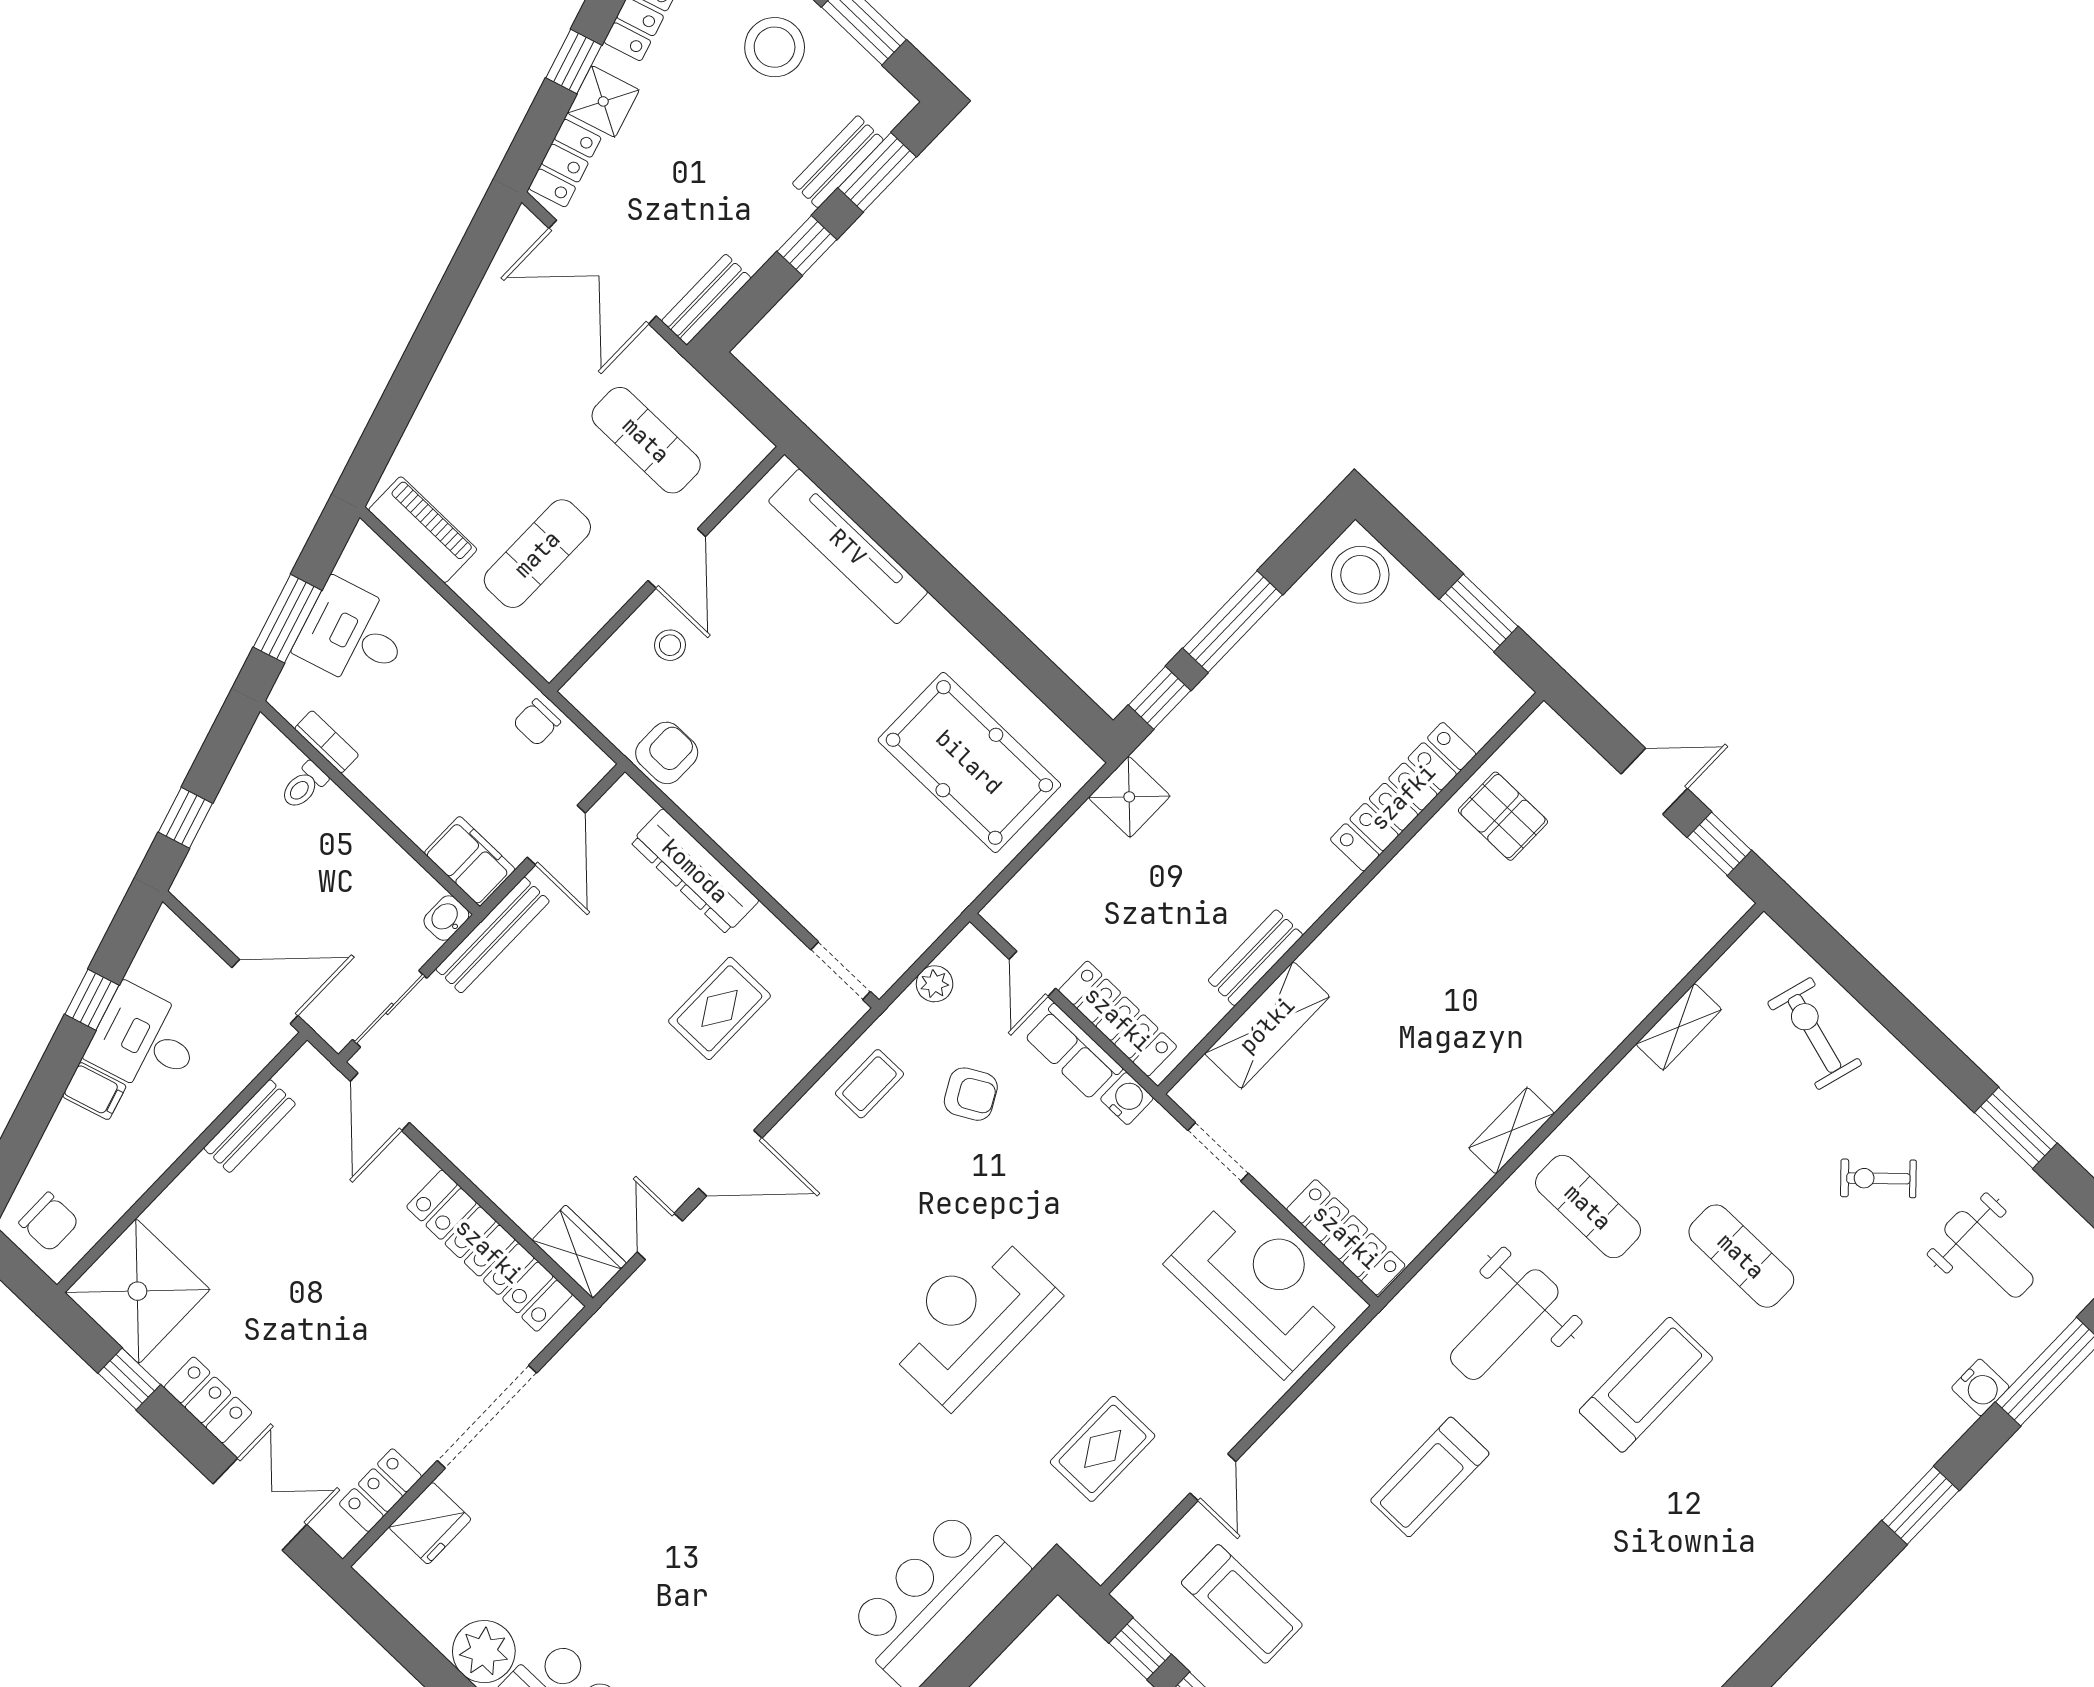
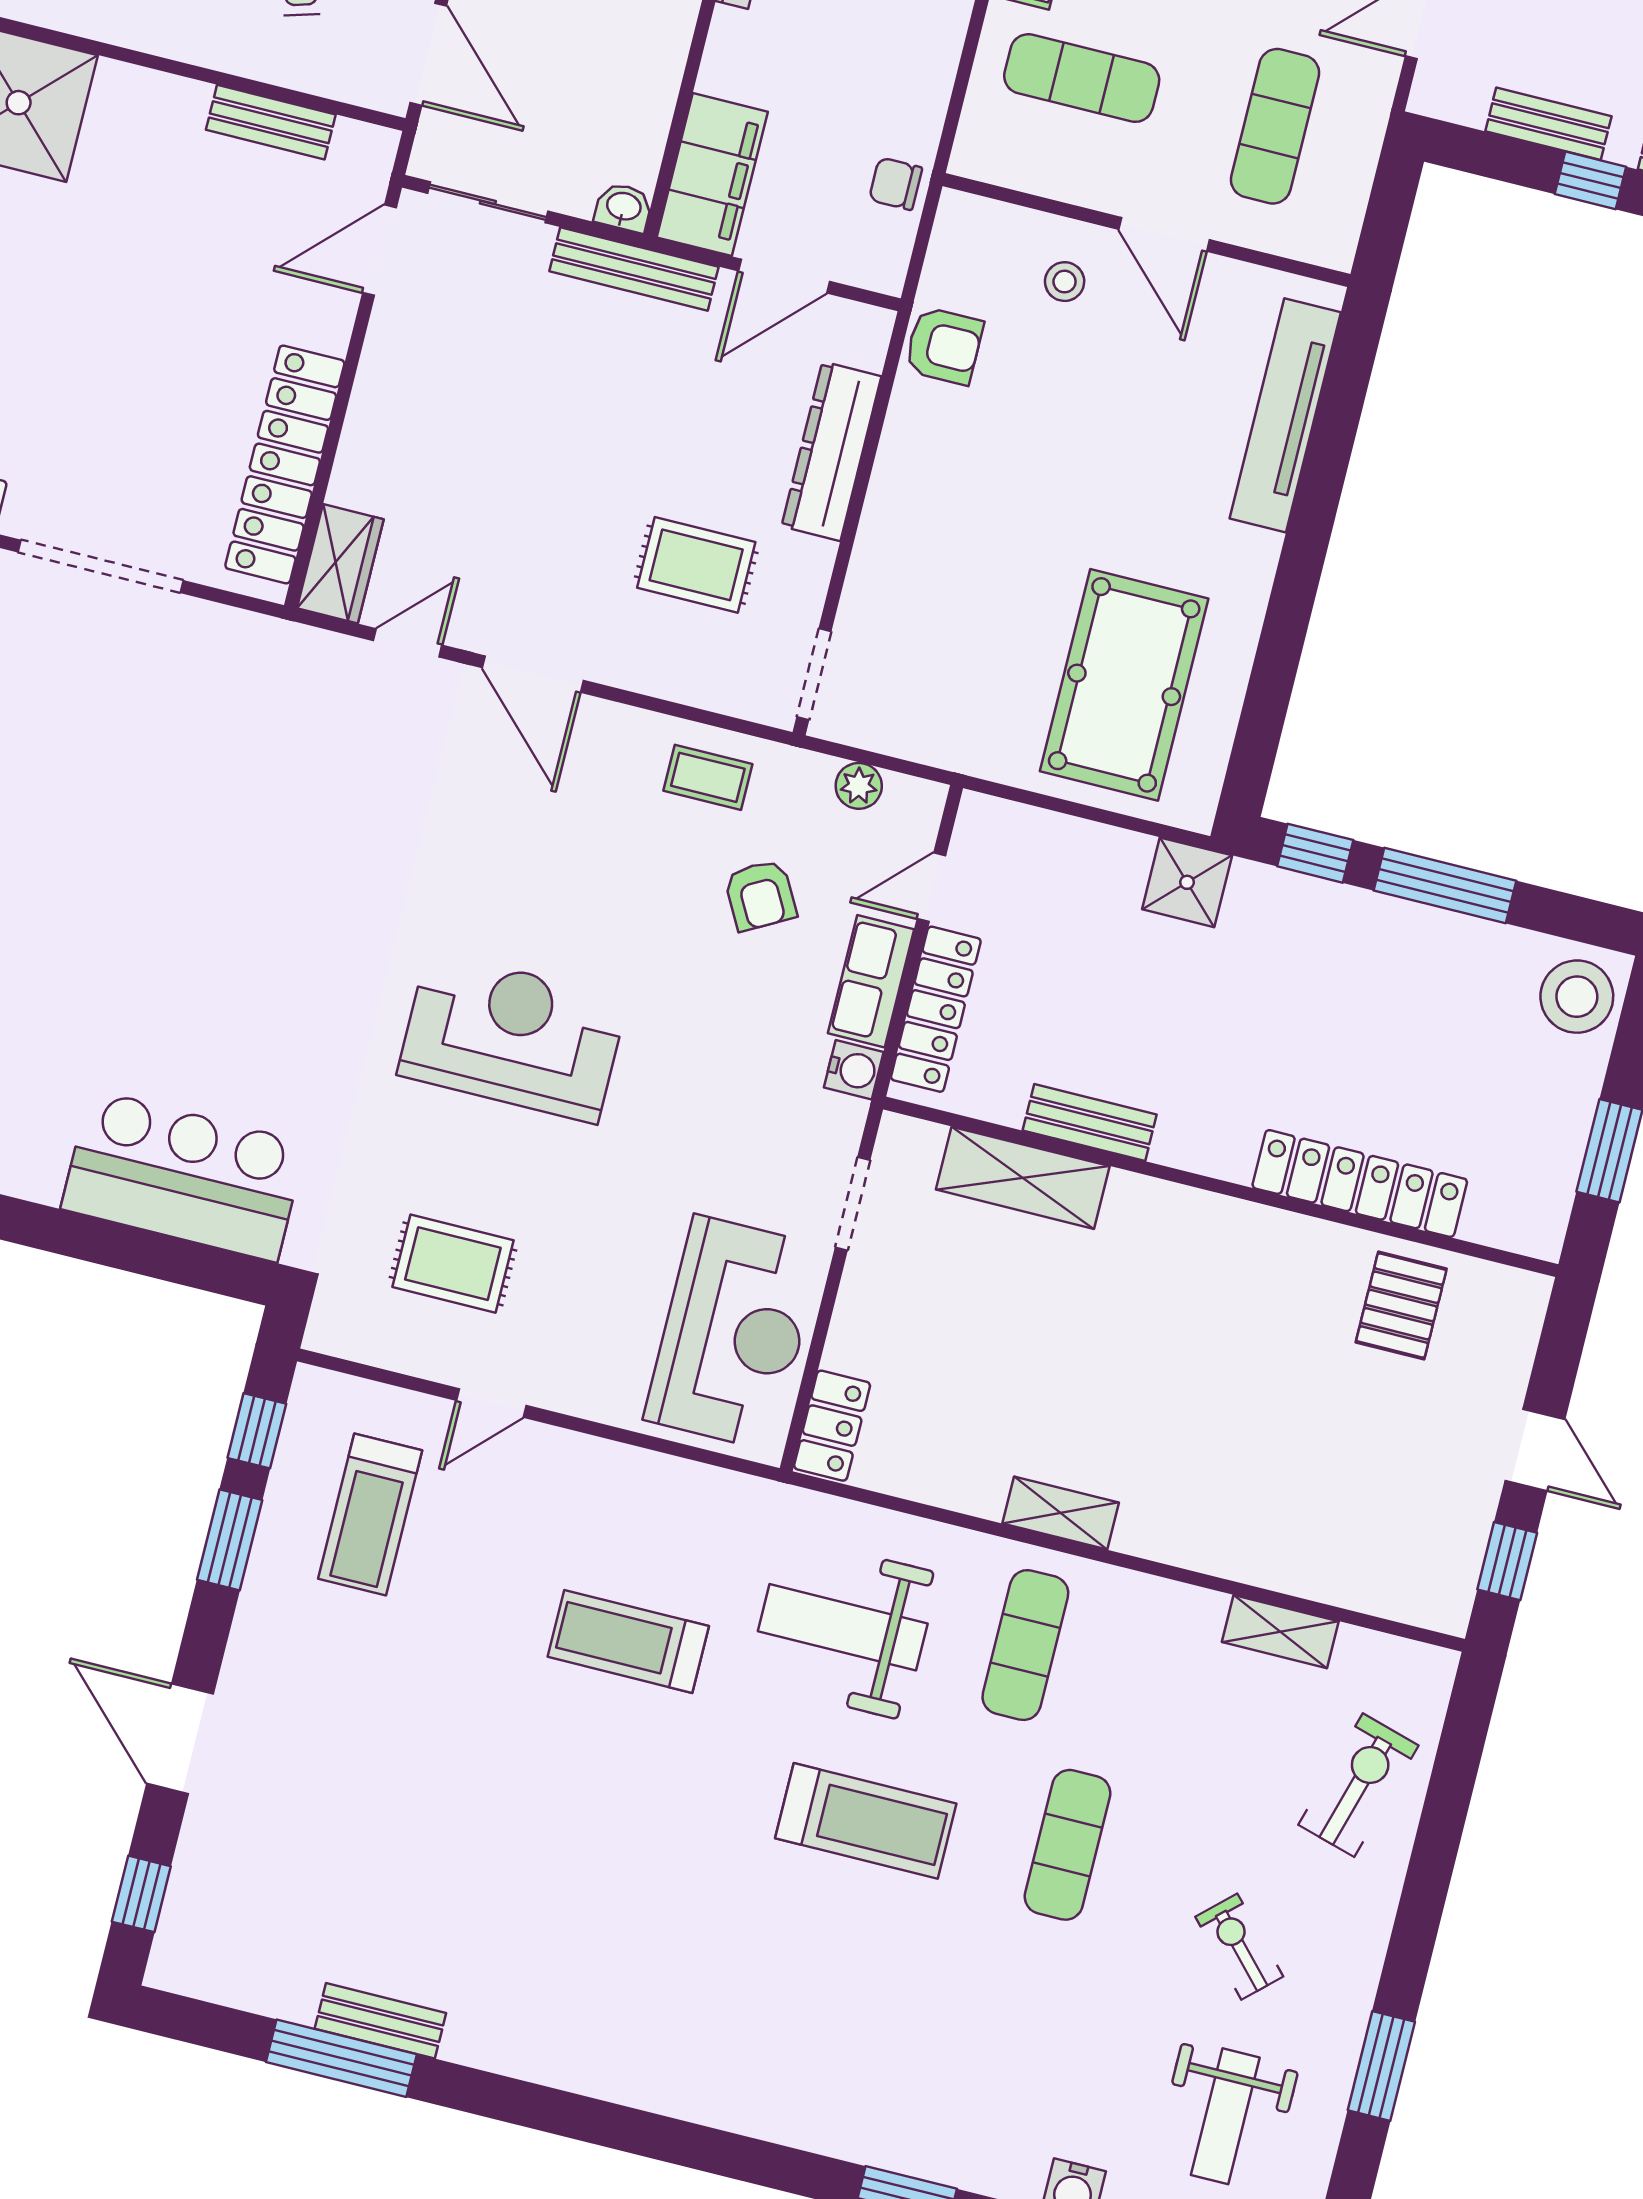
bench: (706, 299) -> (1548, 124), moved
door: (677, 559) -> (1164, 234), hinge flipped
filing cabinet: (470, 861) -> (712, 175), width x1.50, depth x1.17
locker: (1346, 1237) -> (832, 1426), width x0.66

